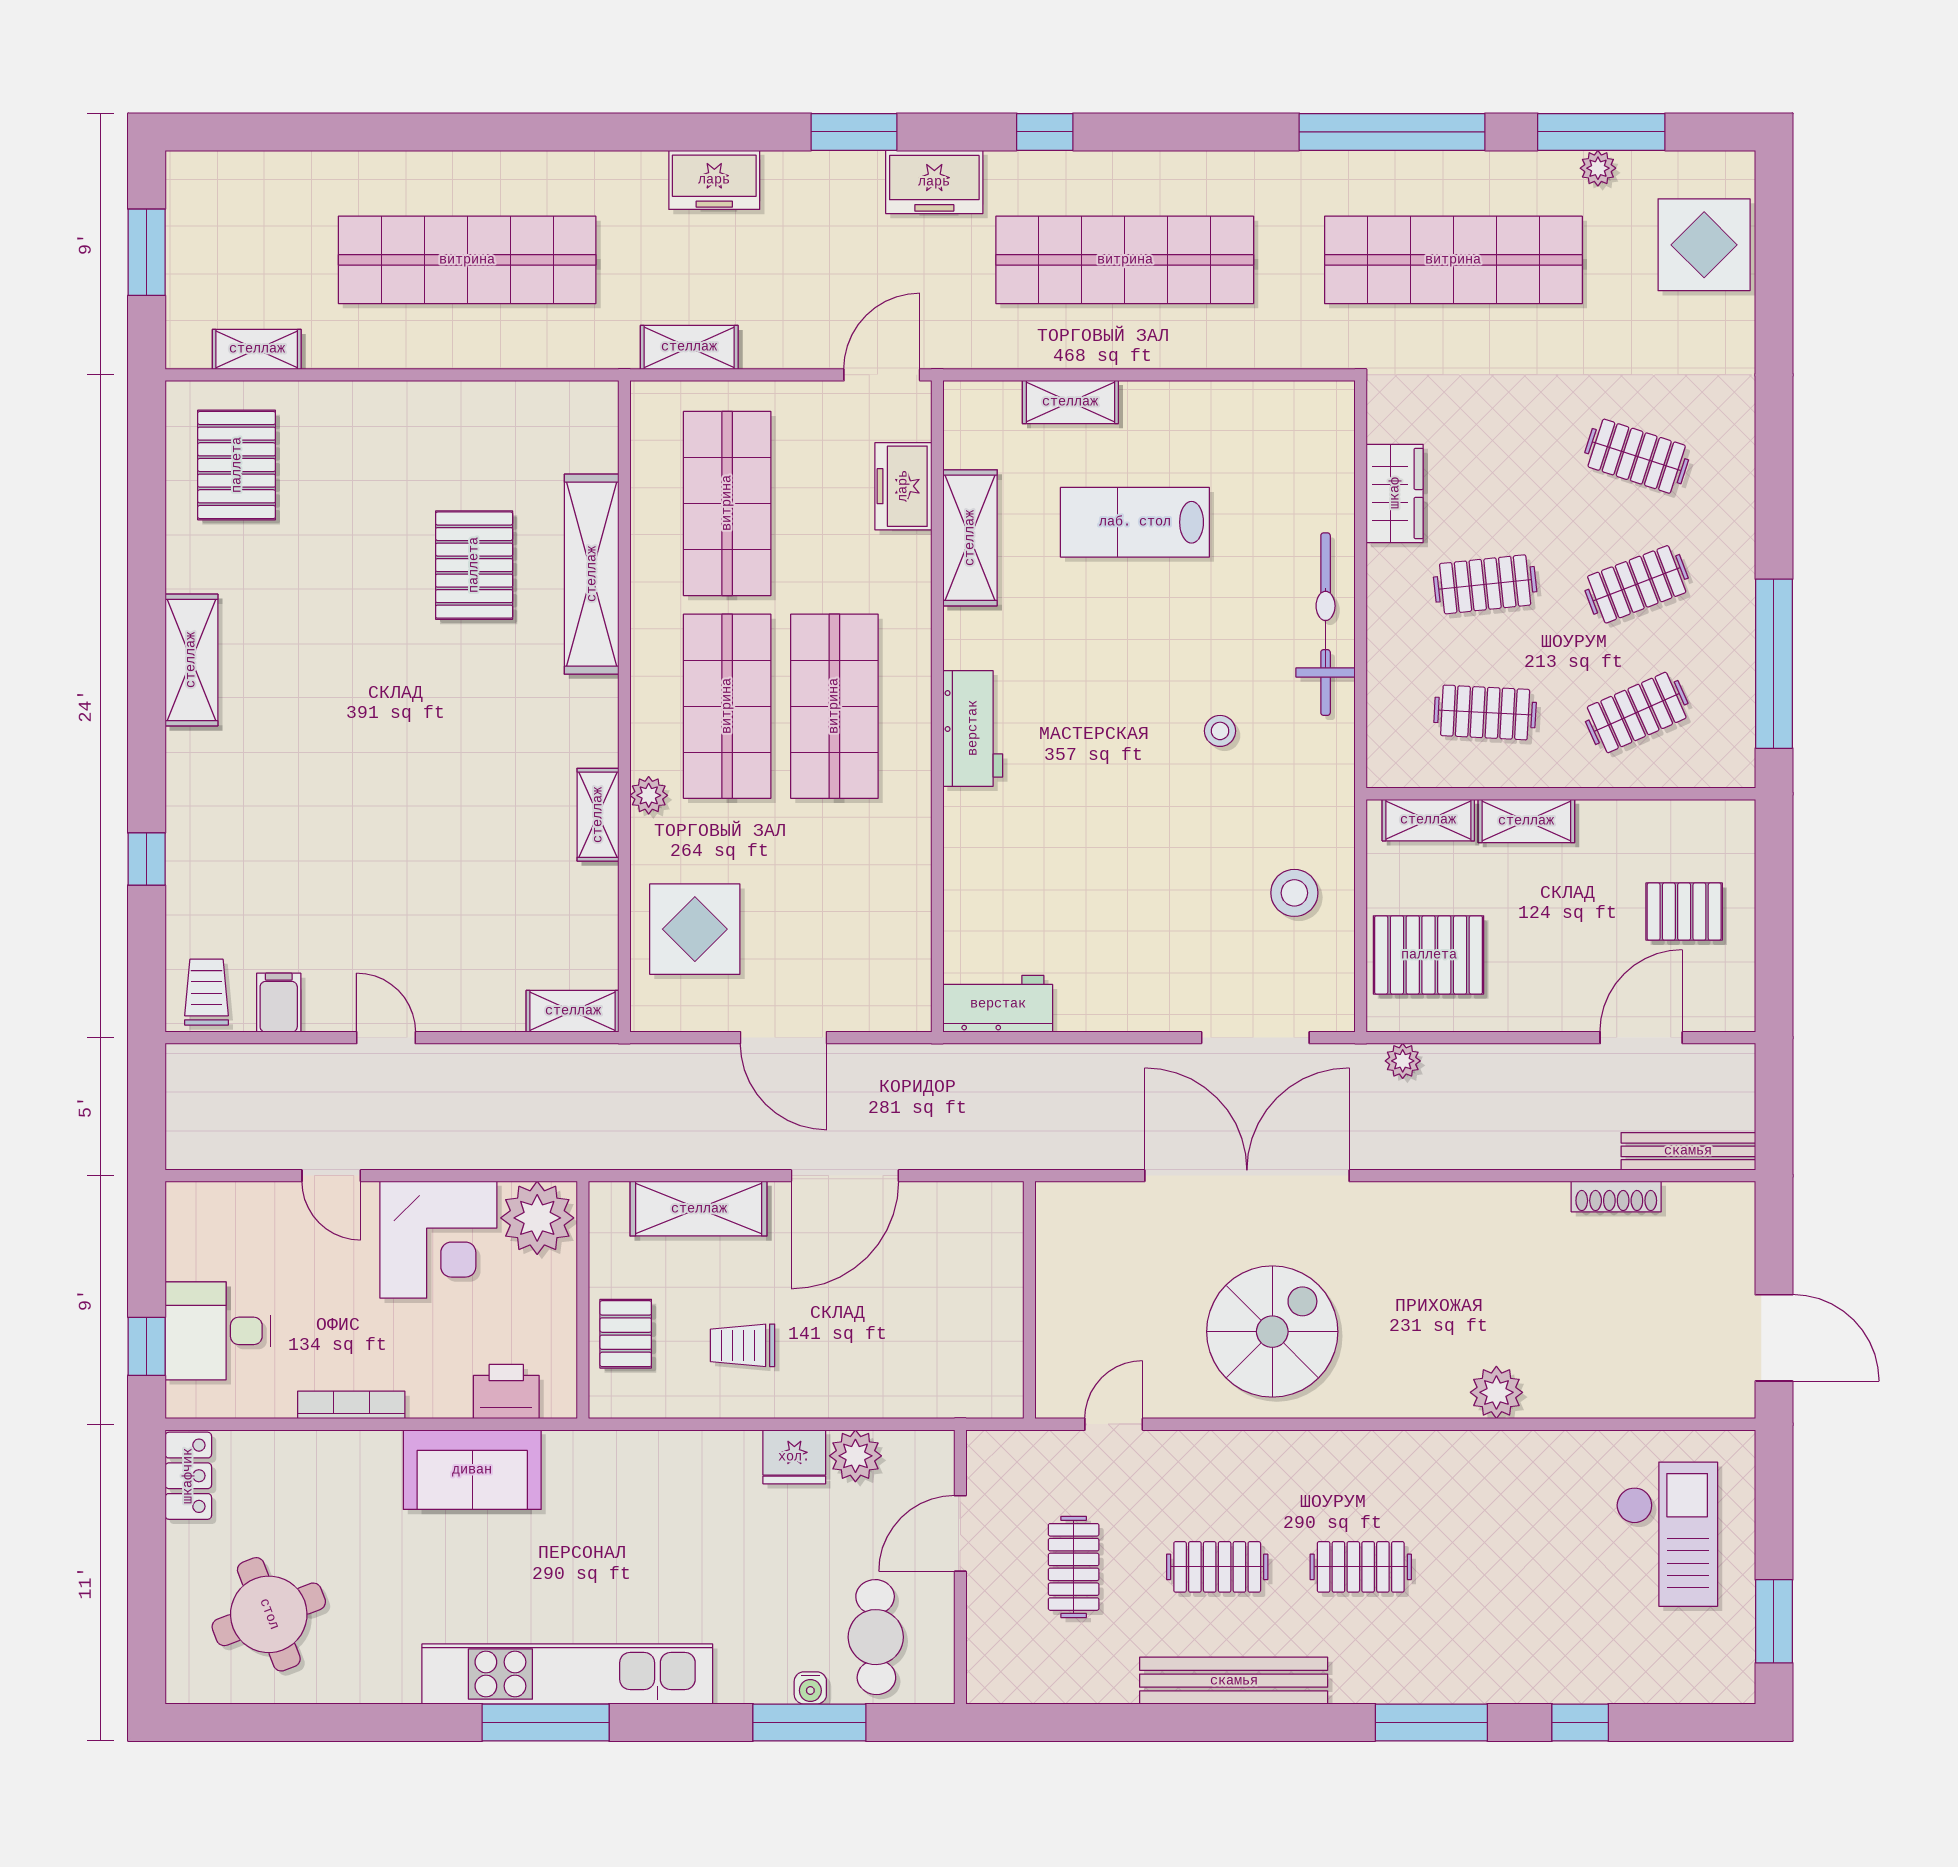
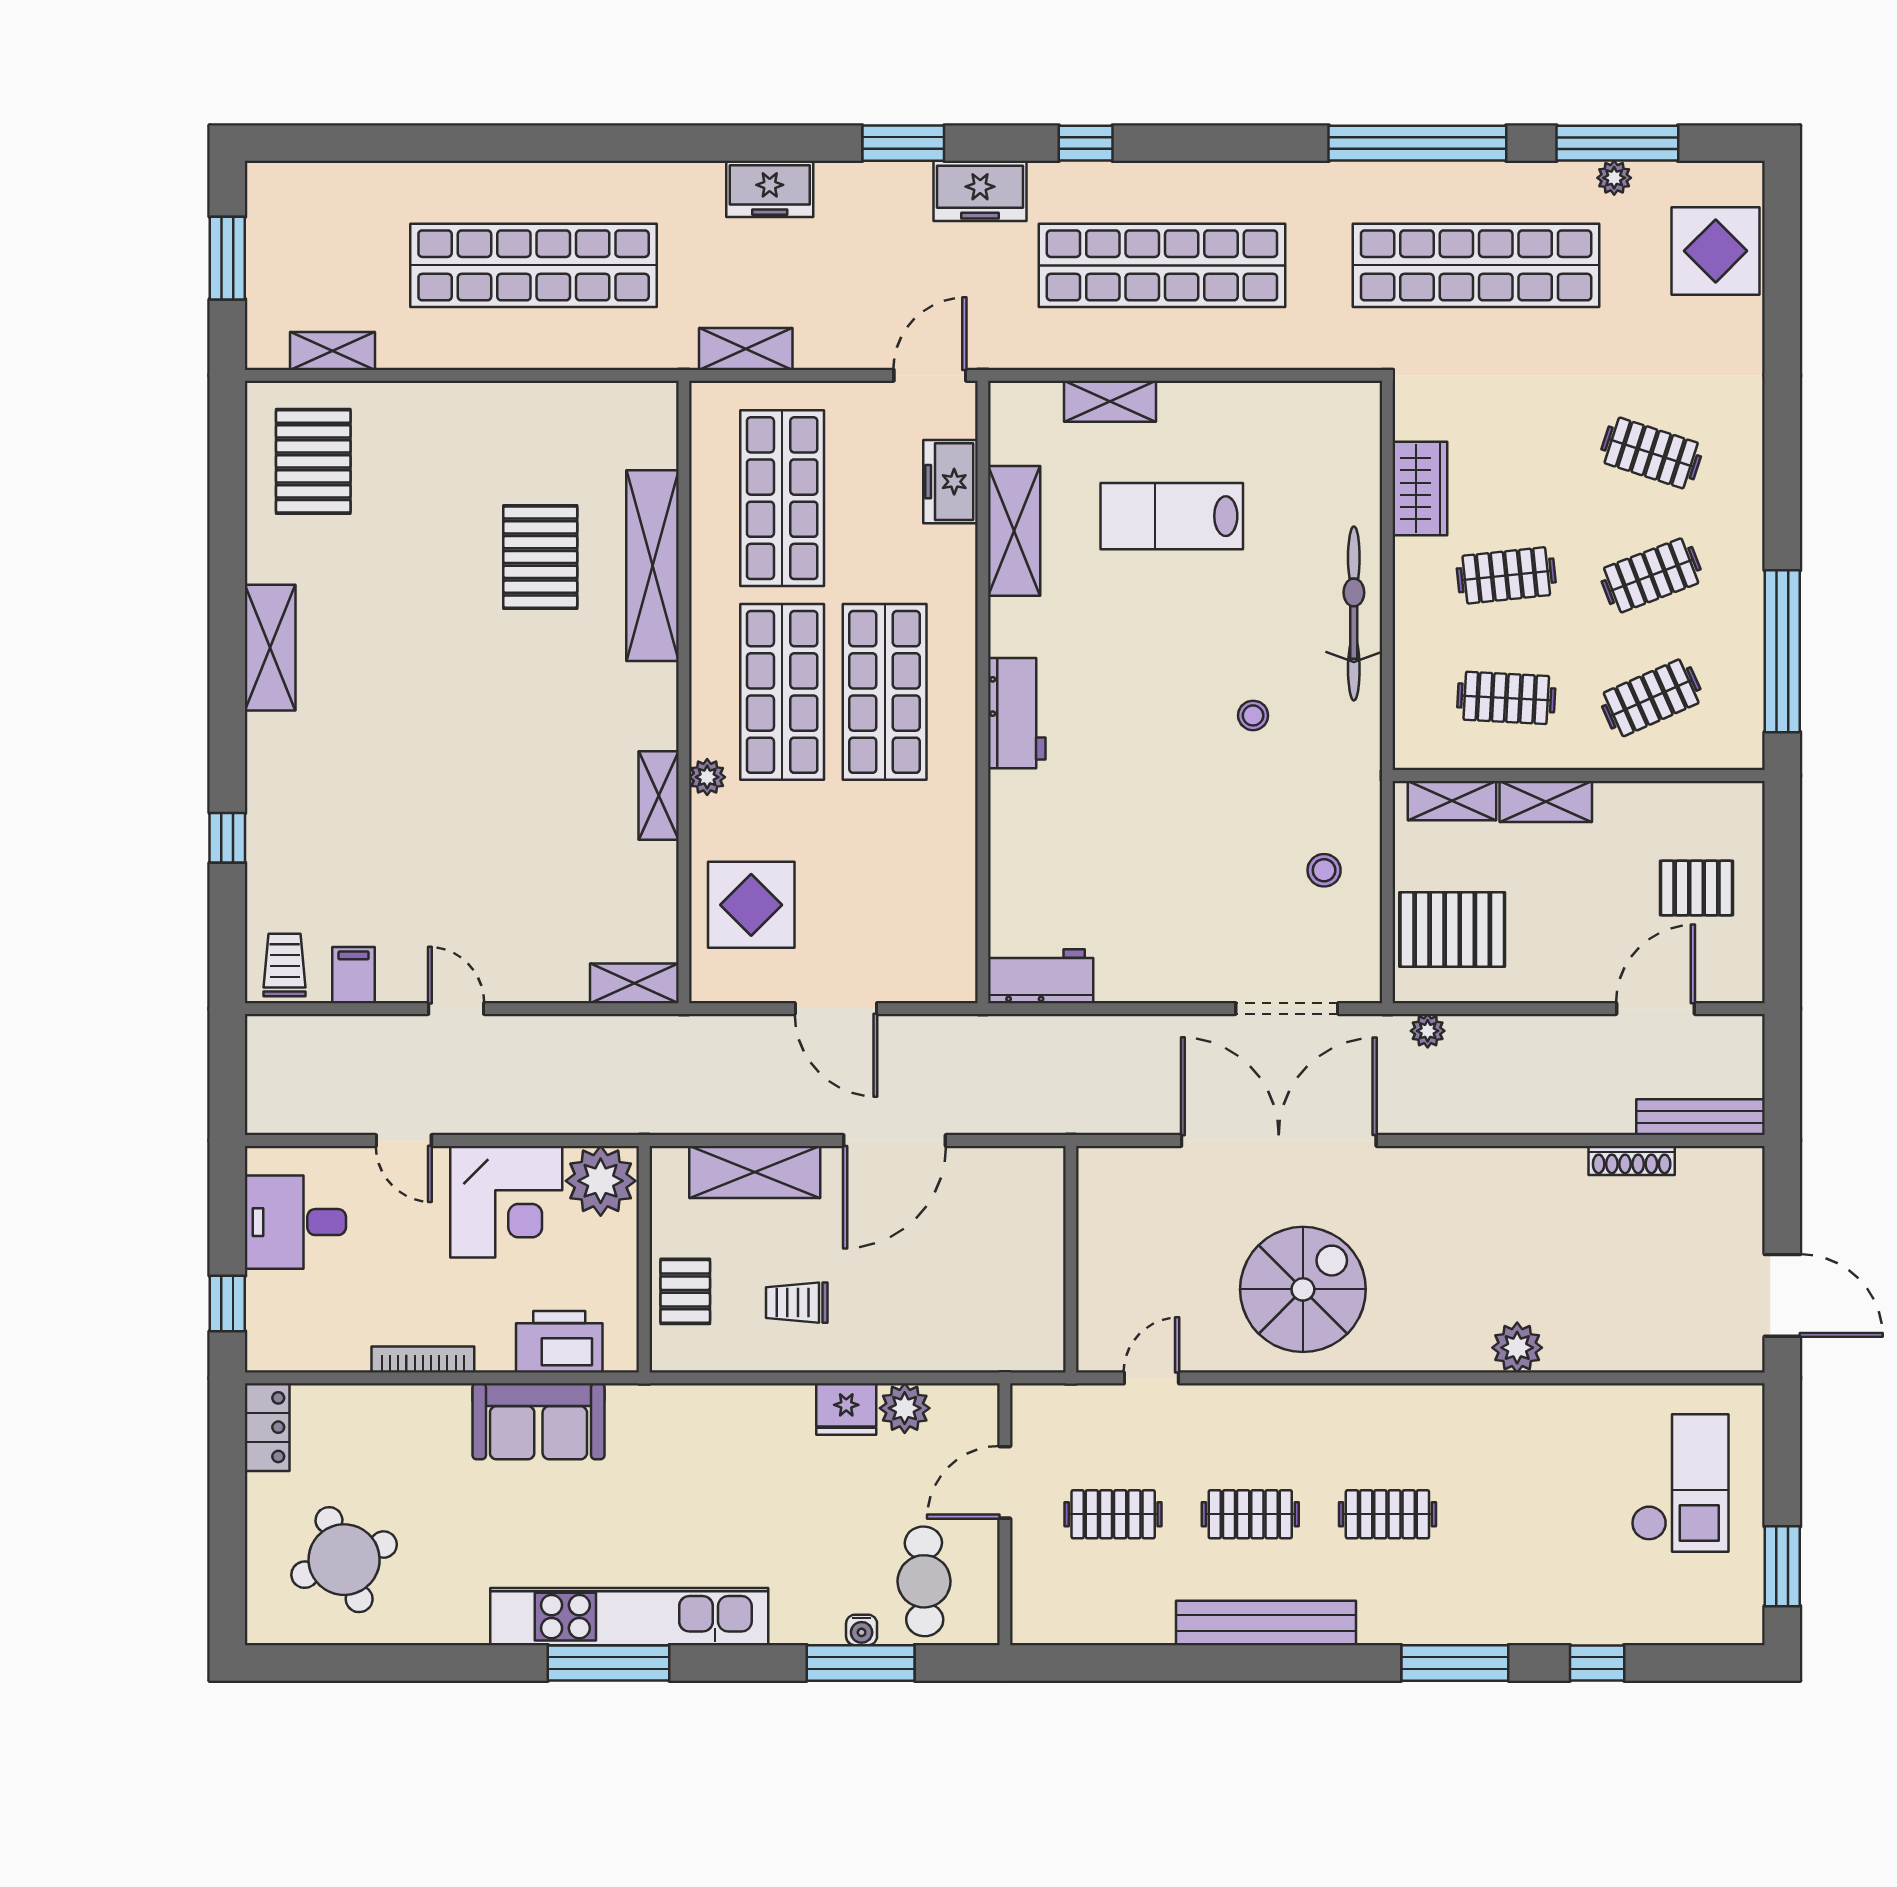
stool: (1294, 893) -> (1324, 870), width x0.73, depth x0.73
desk: (218, 1331) -> (295, 1222), moved
printer: (506, 1392) -> (559, 1342), width x1.37, depth x1.19
clothes rail: (1074, 1567) -> (1113, 1514), turned 90

